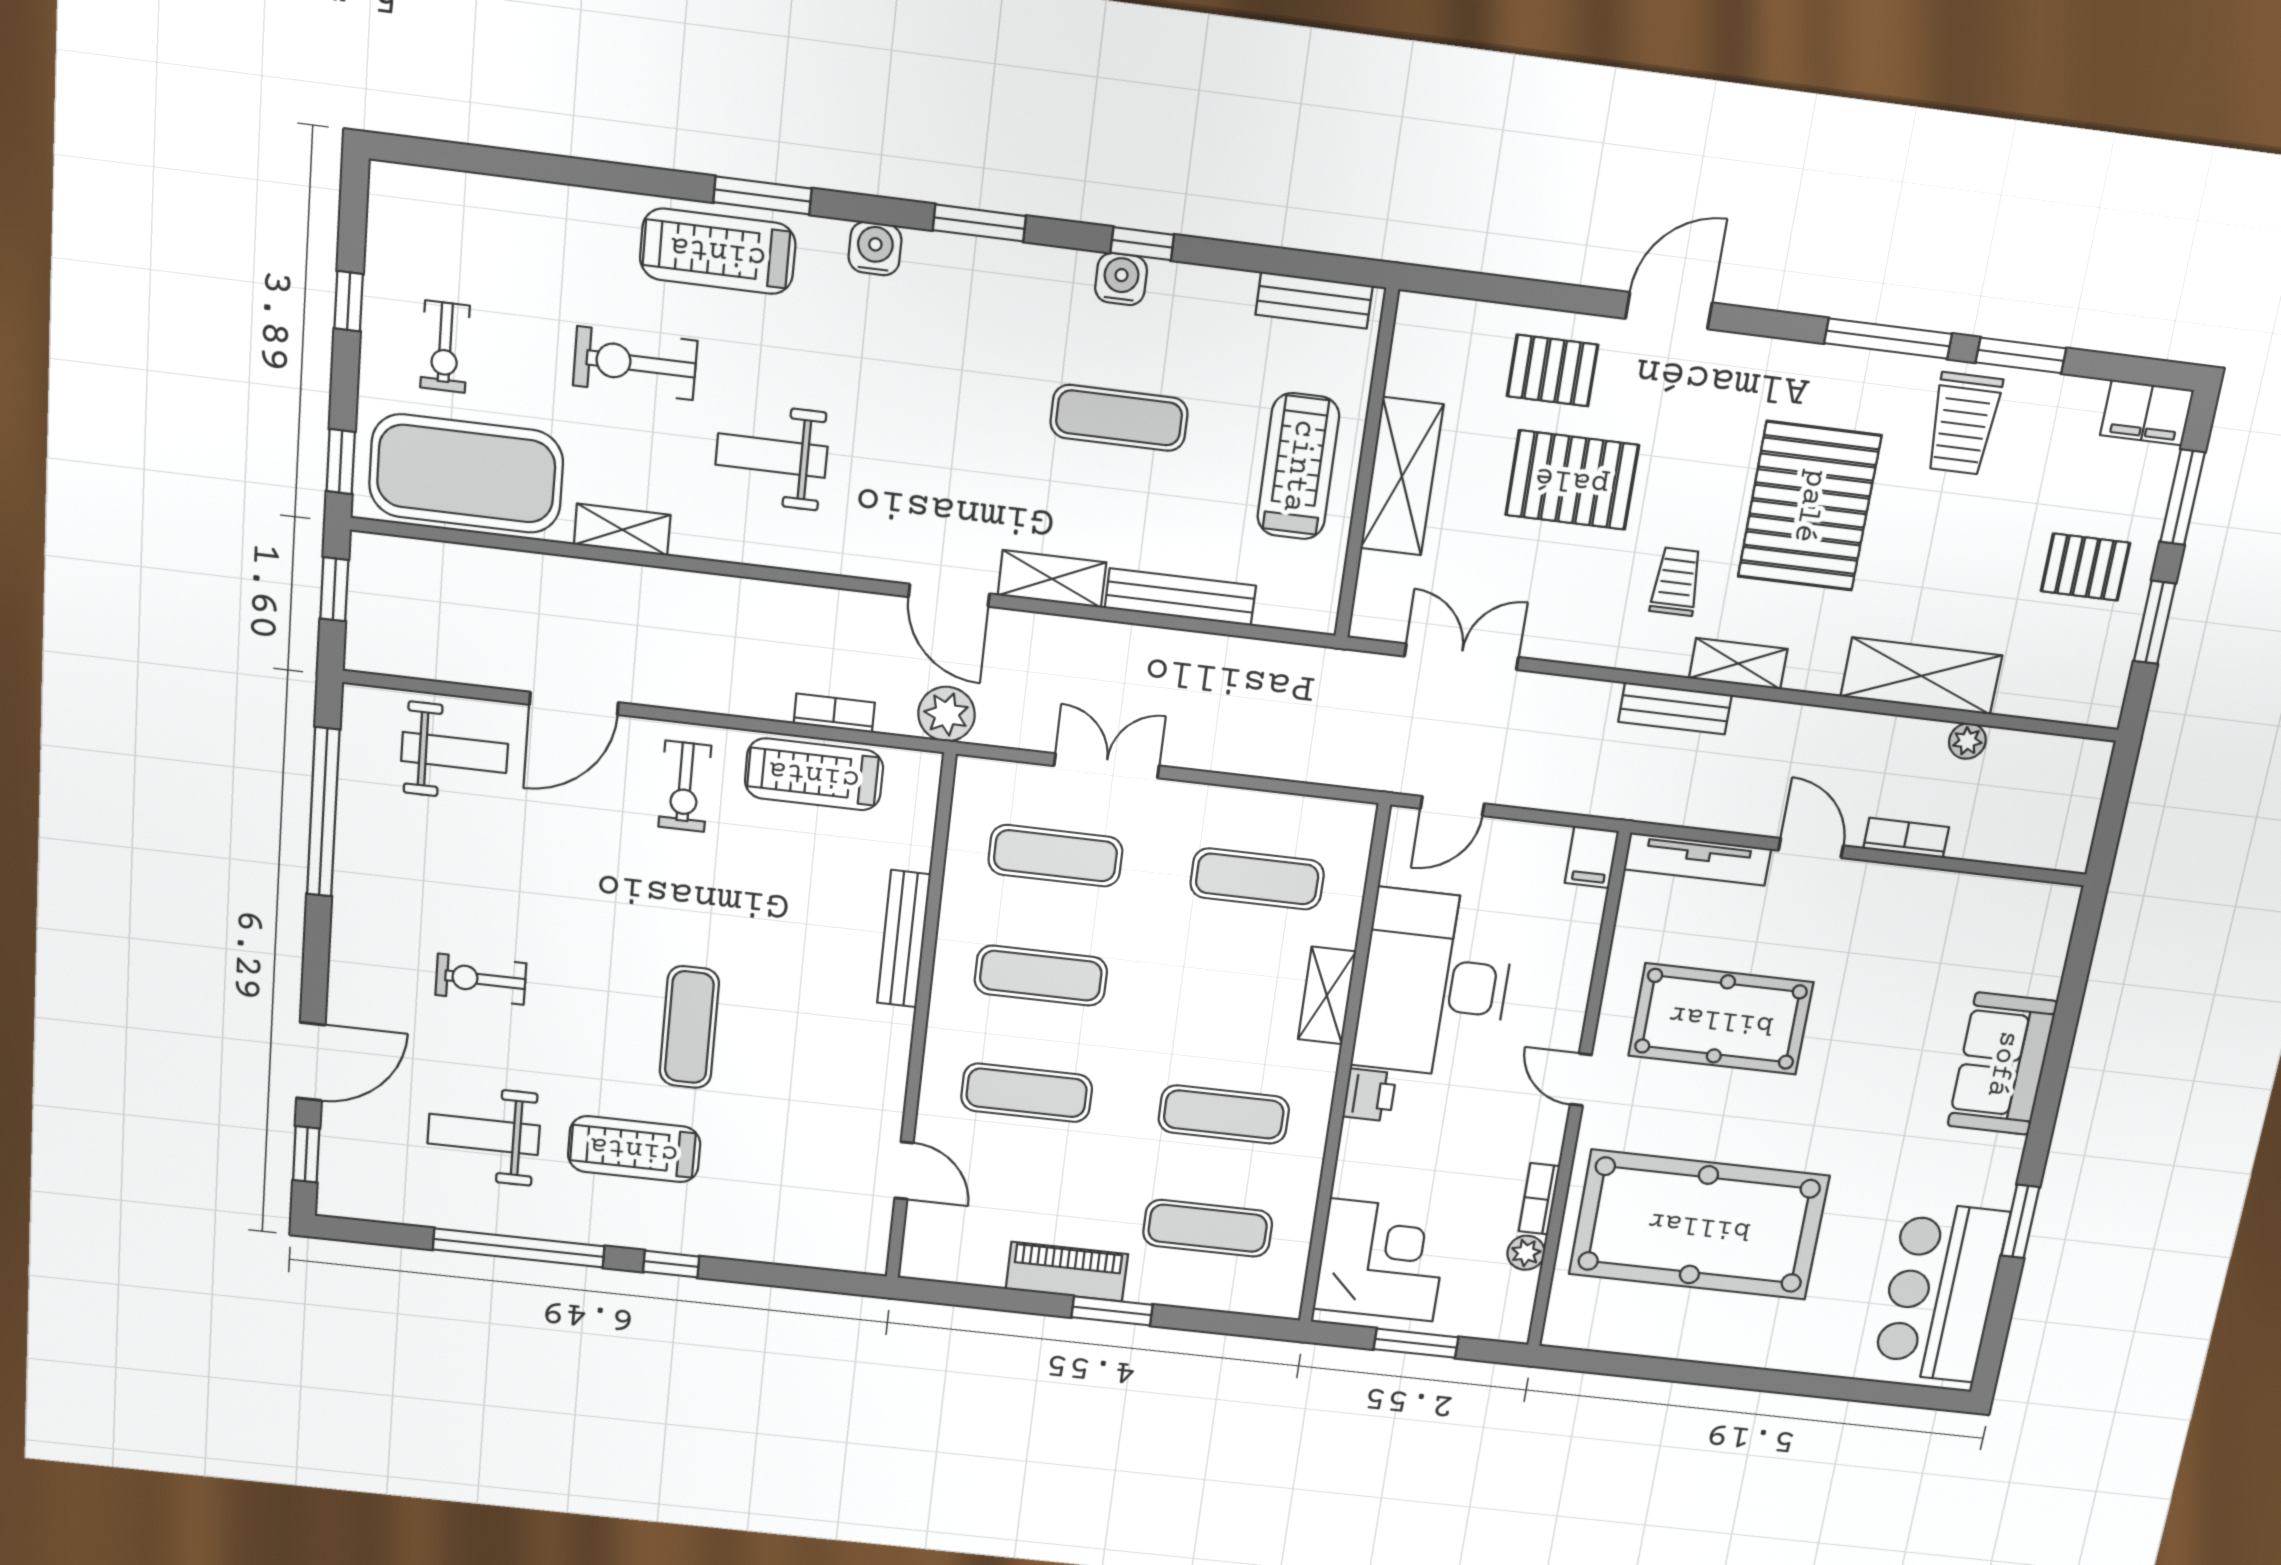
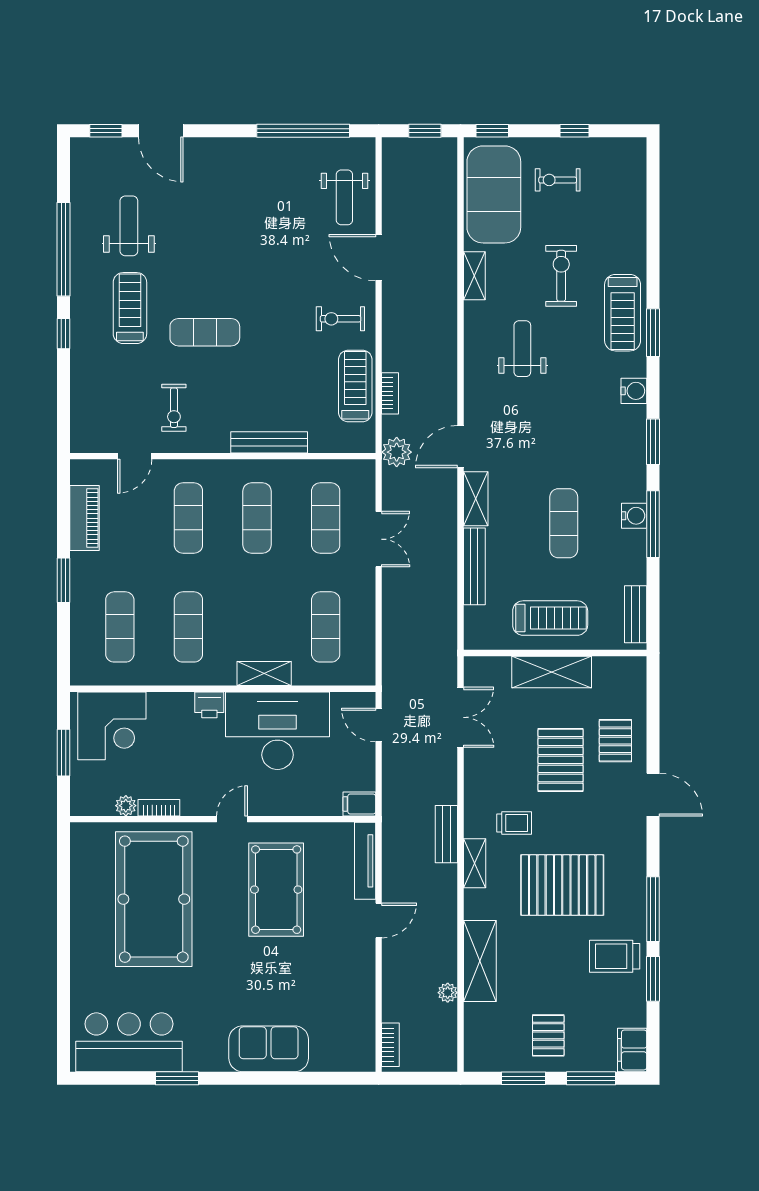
window: (1142, 244) -> (653, 524), width x2.17
treadmill: (718, 251) -> (623, 313), turned 180
bookcase: (1906, 838) -> (390, 1045), moved
exercise bike: (481, 979) -> (174, 408), moved, turned 180
piano: (1067, 1272) -> (84, 518), moved

